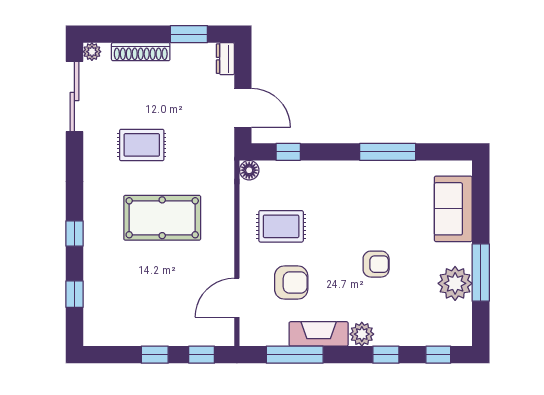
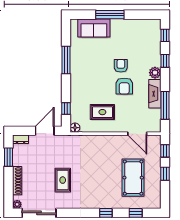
pool table: (162, 218) -> (133, 178), moved
rug: (281, 226) -> (102, 112), turned 90
window: (481, 273) -> (110, 15), moved
armchair: (291, 283) -> (124, 86), moved, turned 180
plant: (455, 283) -> (130, 27), removed

